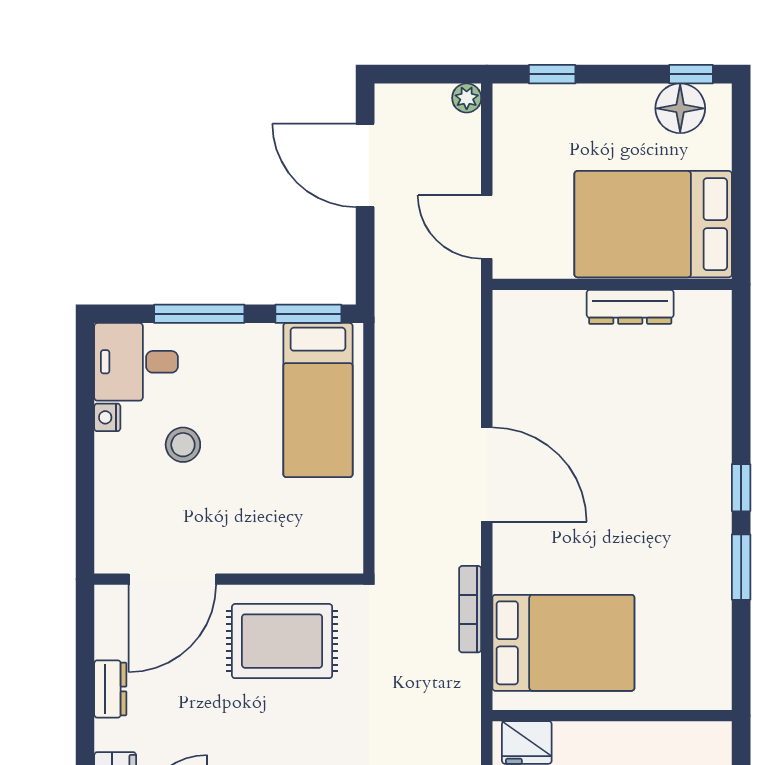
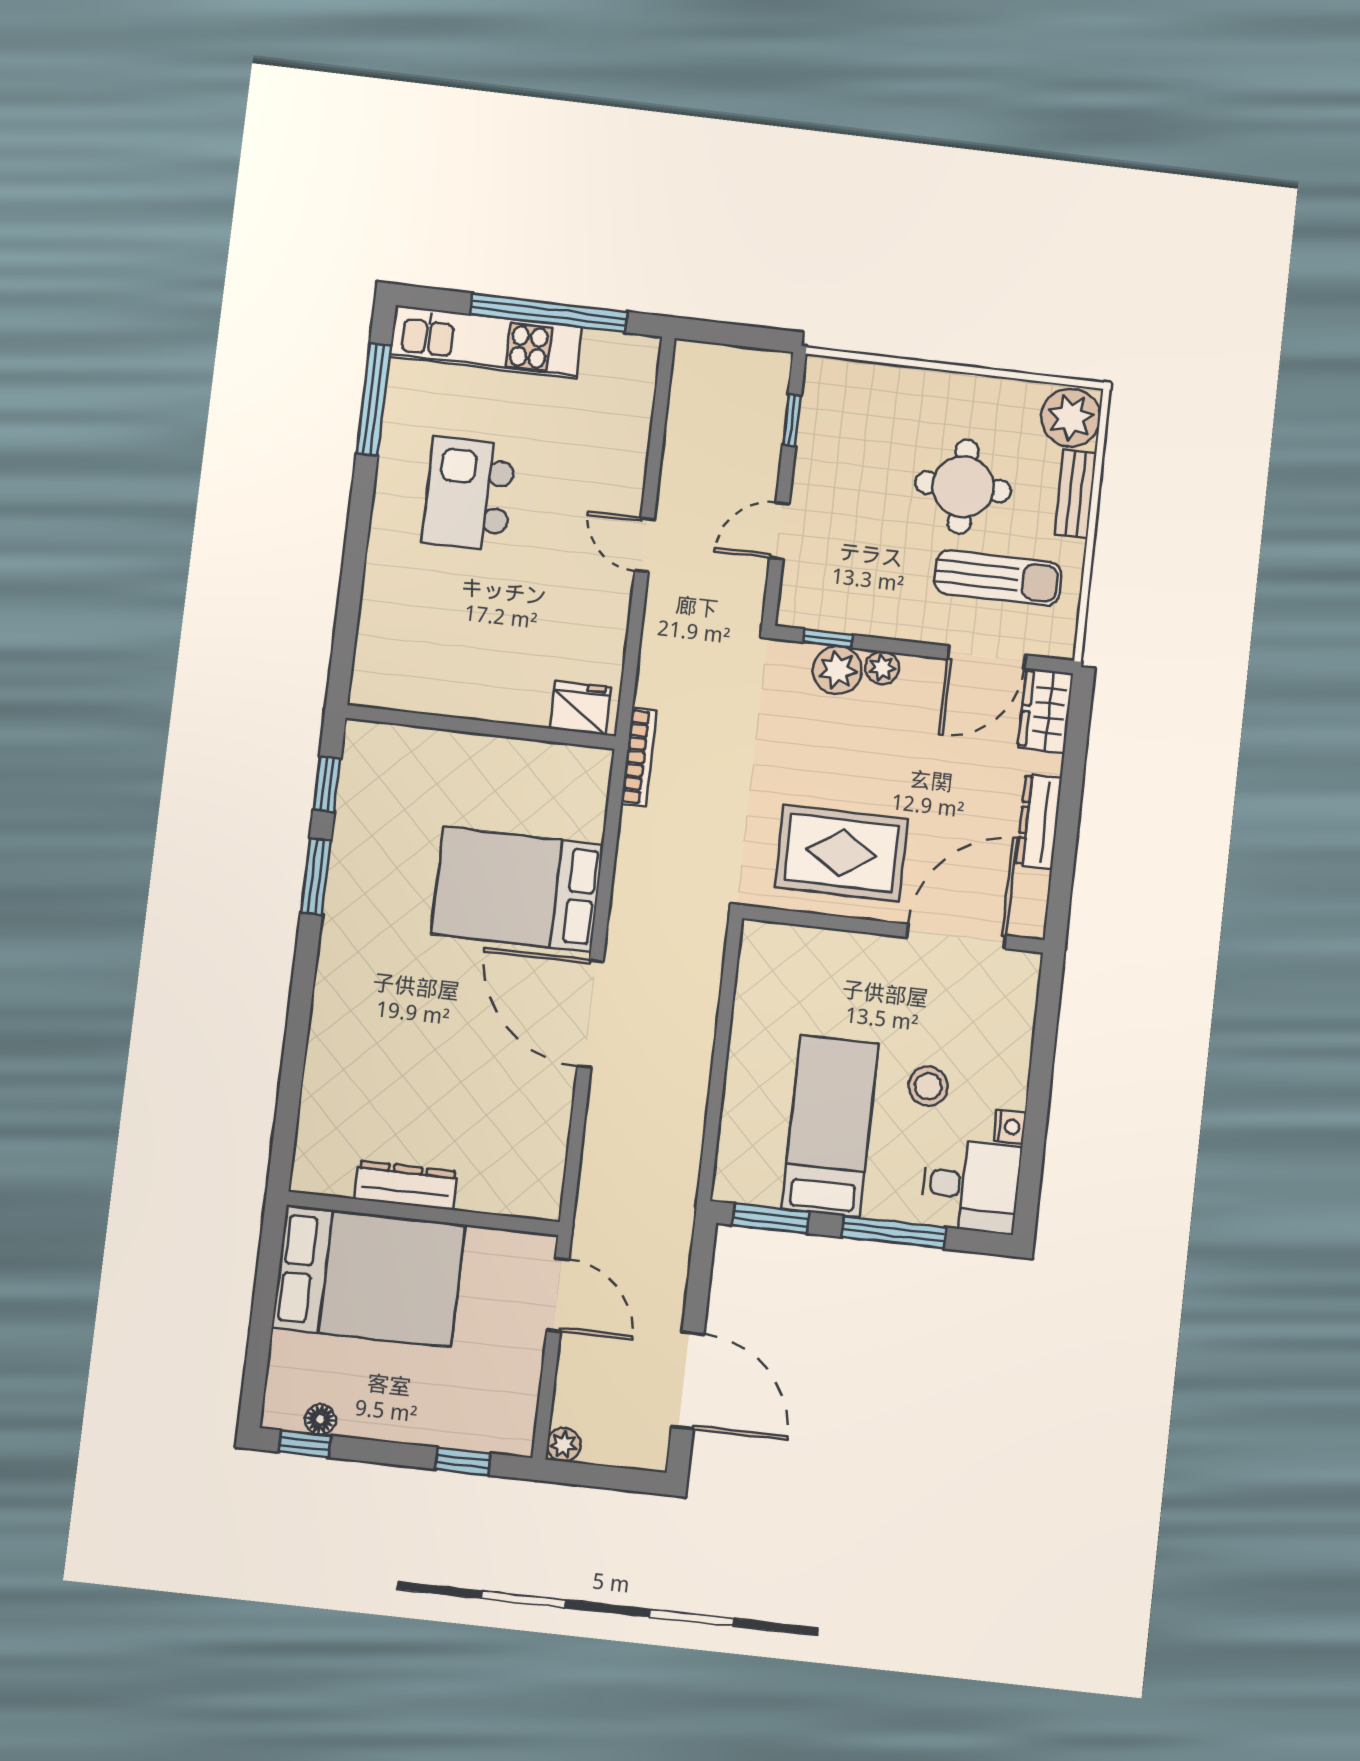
floor lamp: (680, 108) -> (320, 1419), width x0.53, depth x0.53
bed: (318, 400) -> (830, 1126), moved
window: (741, 488) -> (327, 784), moved
bookcase: (470, 609) -> (639, 757), moved
bed: (563, 643) -> (517, 889), moved
dresser: (110, 689) -> (1039, 822), width x1.44

